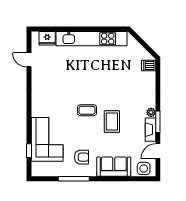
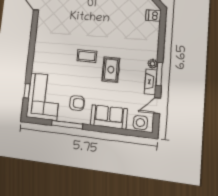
corner sofa: (47, 139) -> (44, 97), moved

